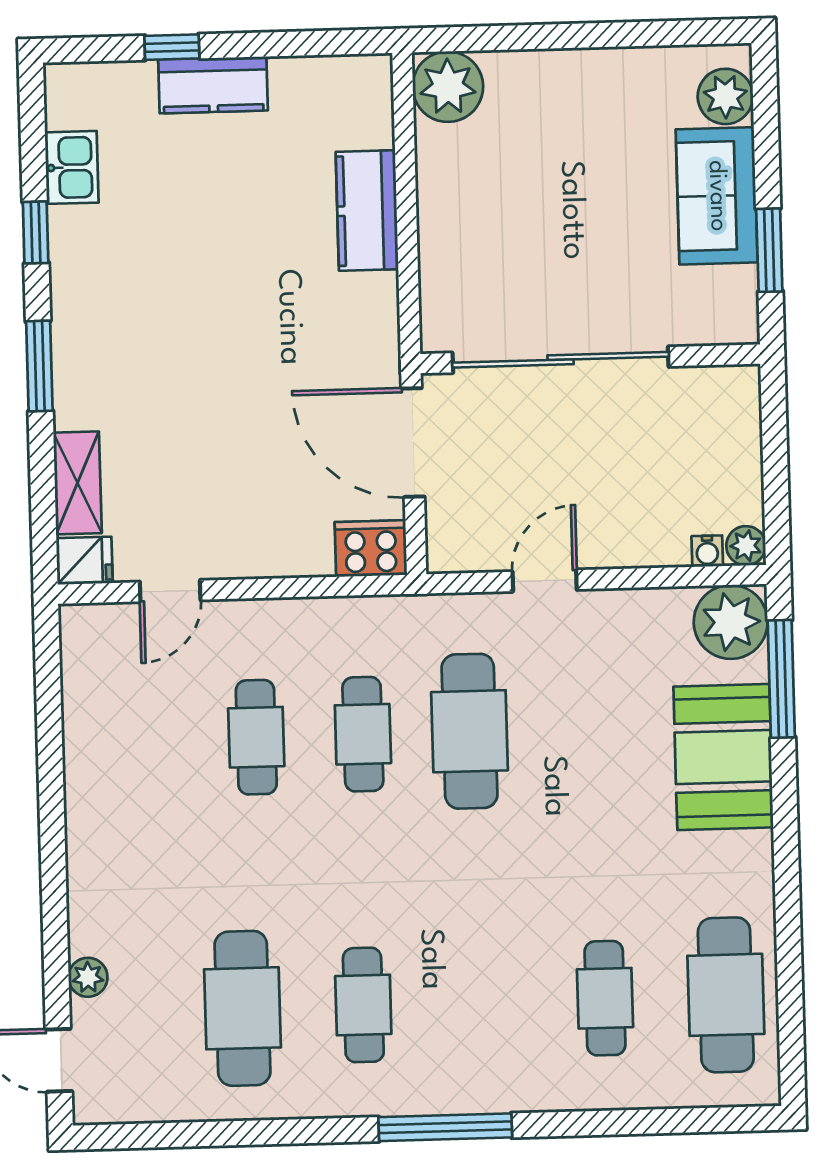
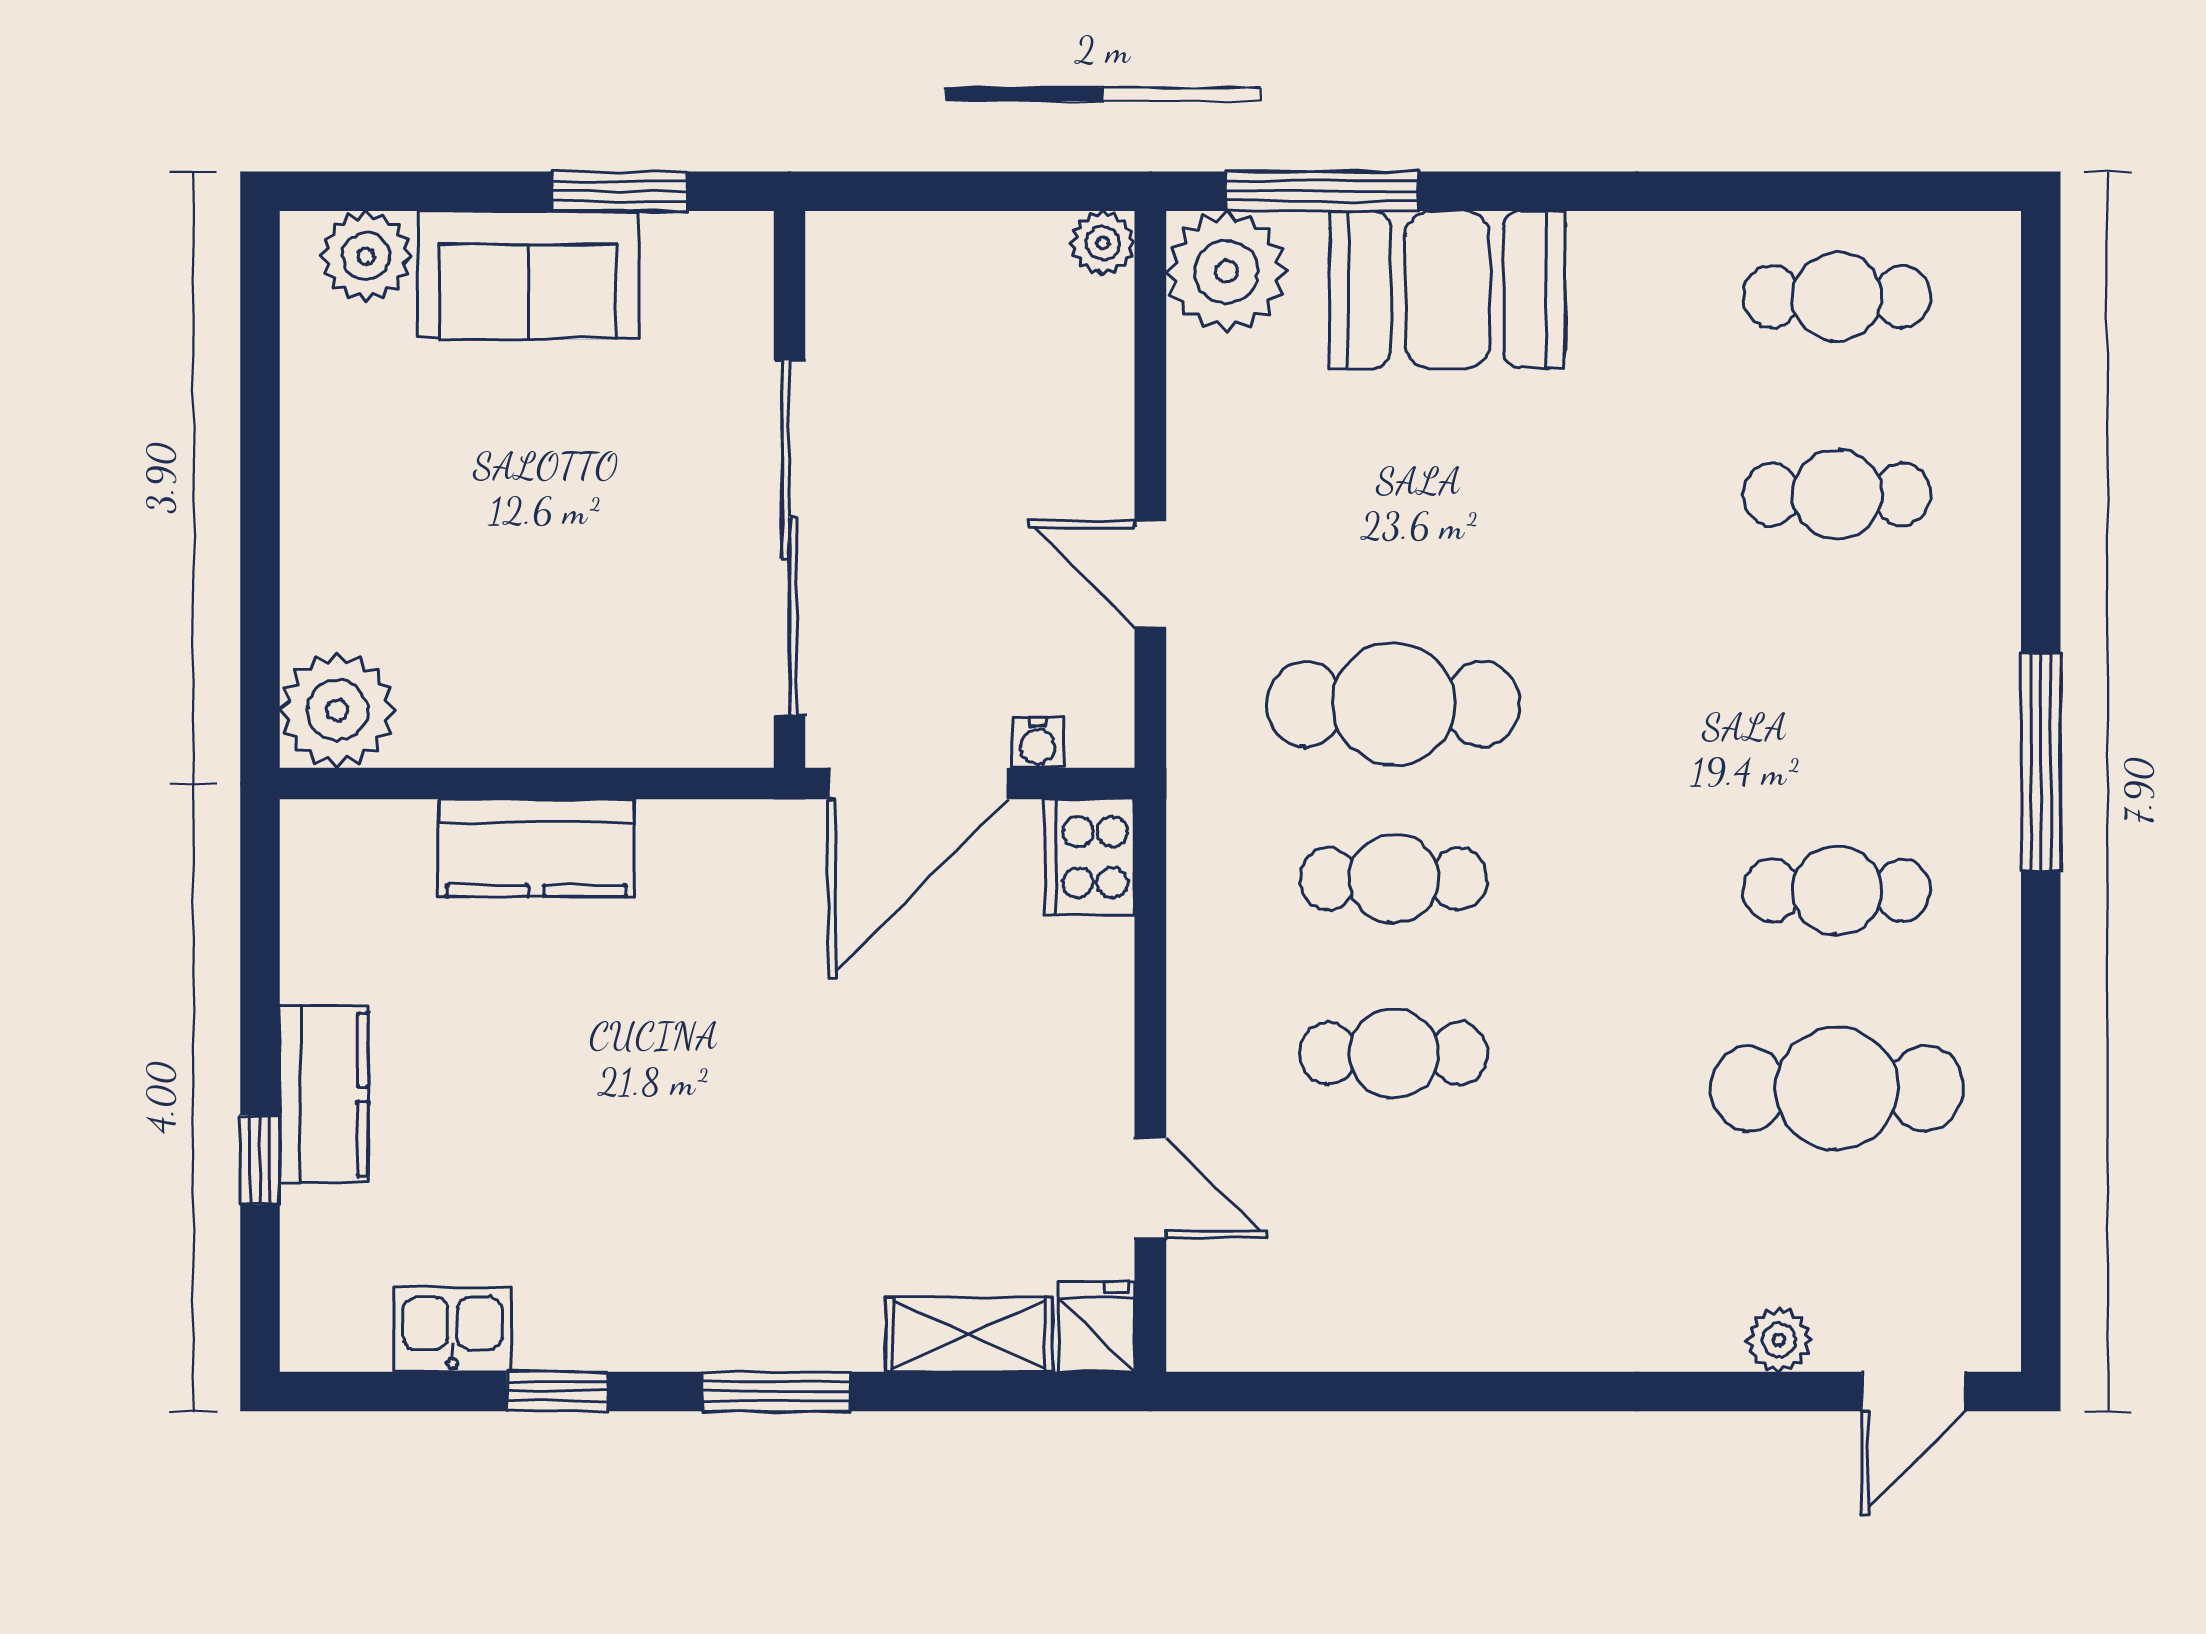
water cooler: (707, 551) -> (1038, 743), moved, turned 90
cafe table: (726, 995) -> (1837, 296), width x0.73, depth x0.74

